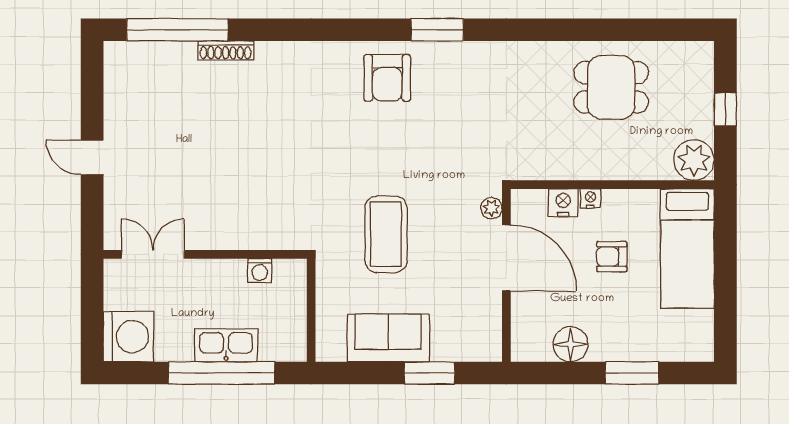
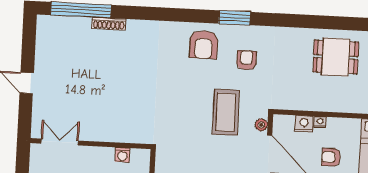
armchair: (461, 100) -> (246, 60), added
coffee table: (386, 234) -> (226, 112), moved

